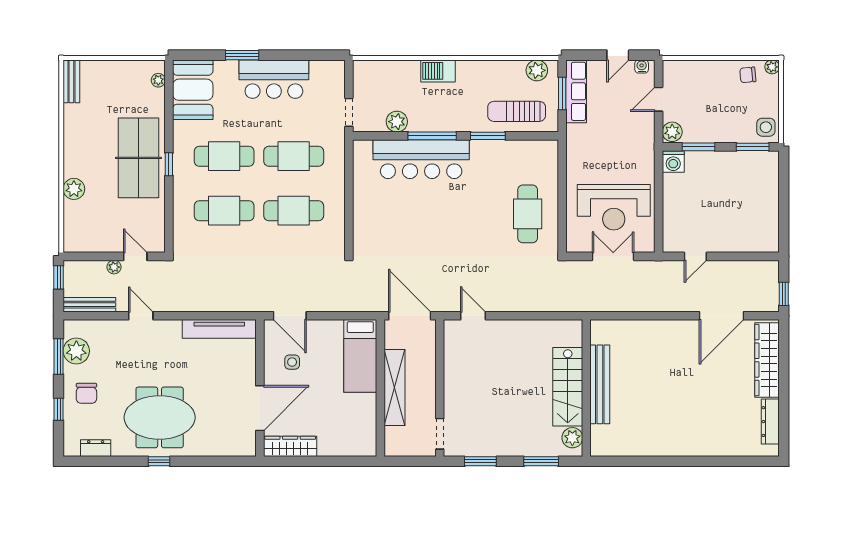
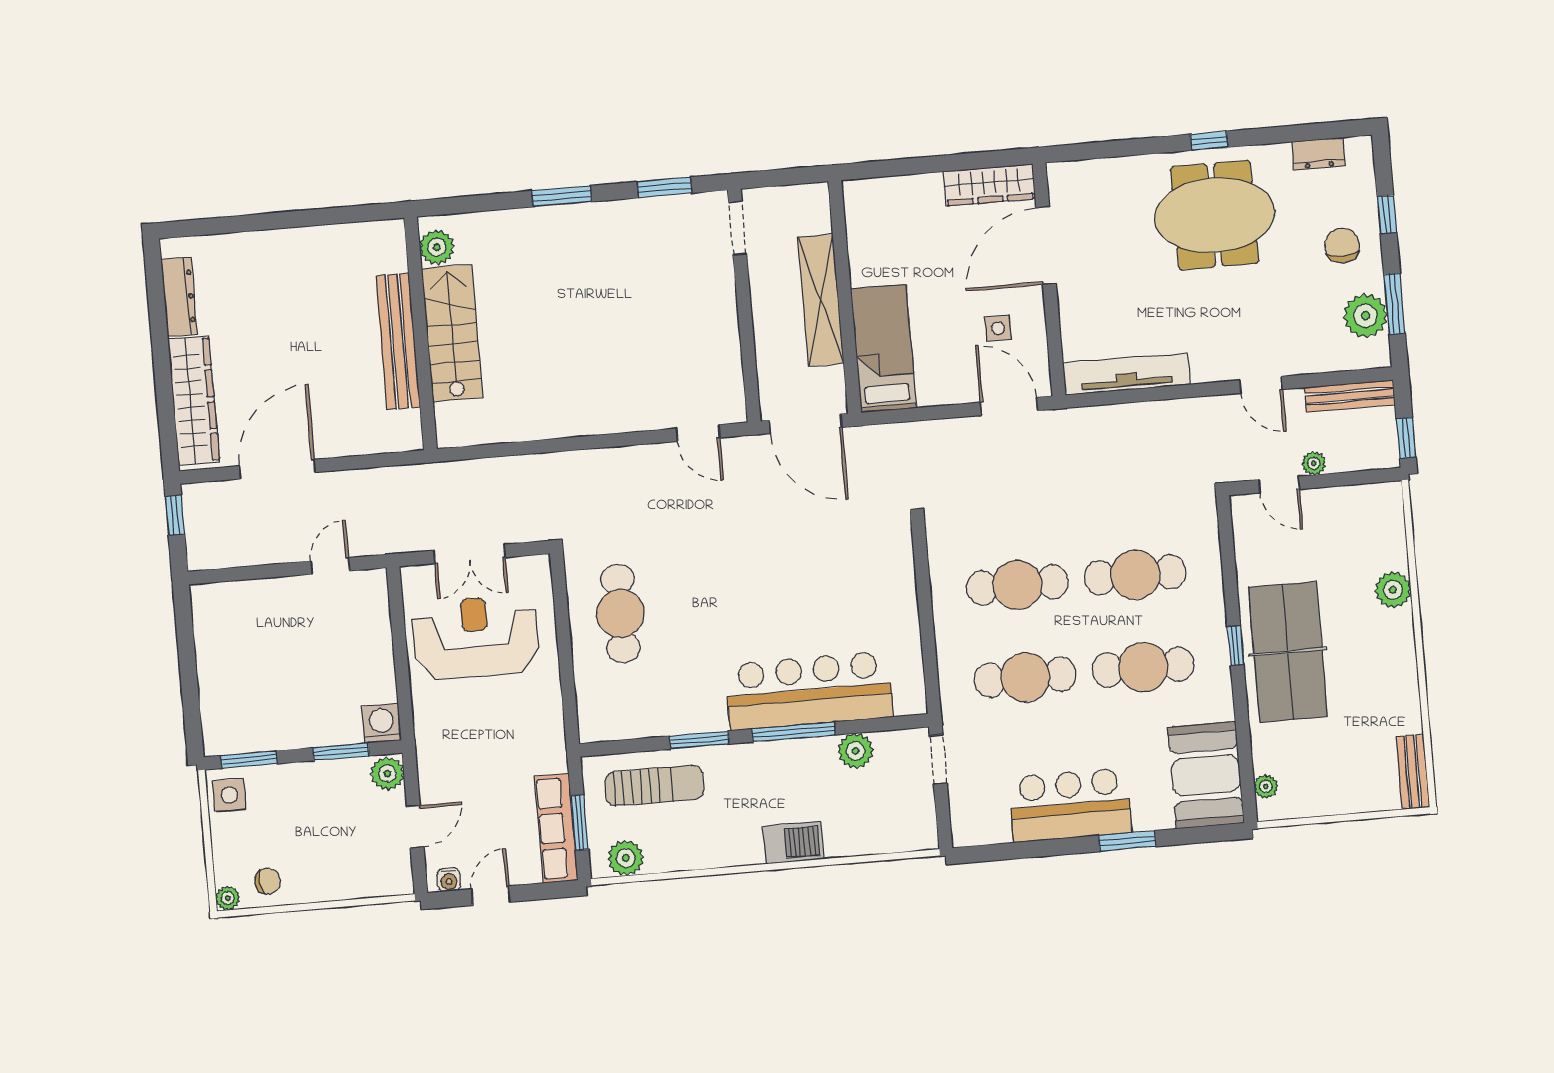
bench: (600, 384) -> (398, 341), moved
stairs: (568, 387) -> (452, 333), moved
wall: (586, 388) -> (420, 333), moved
plant: (572, 438) -> (437, 247), moved

